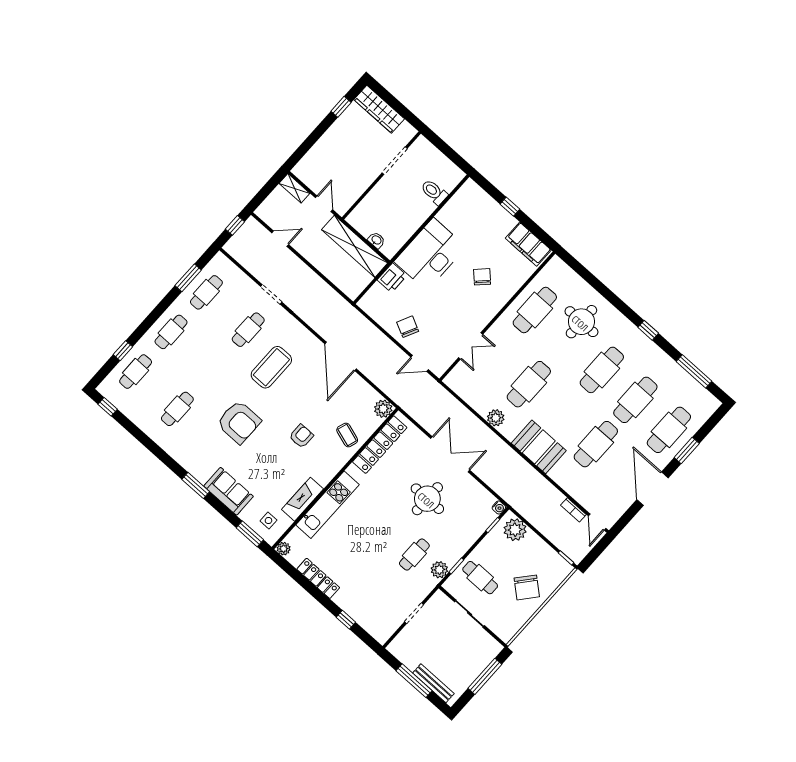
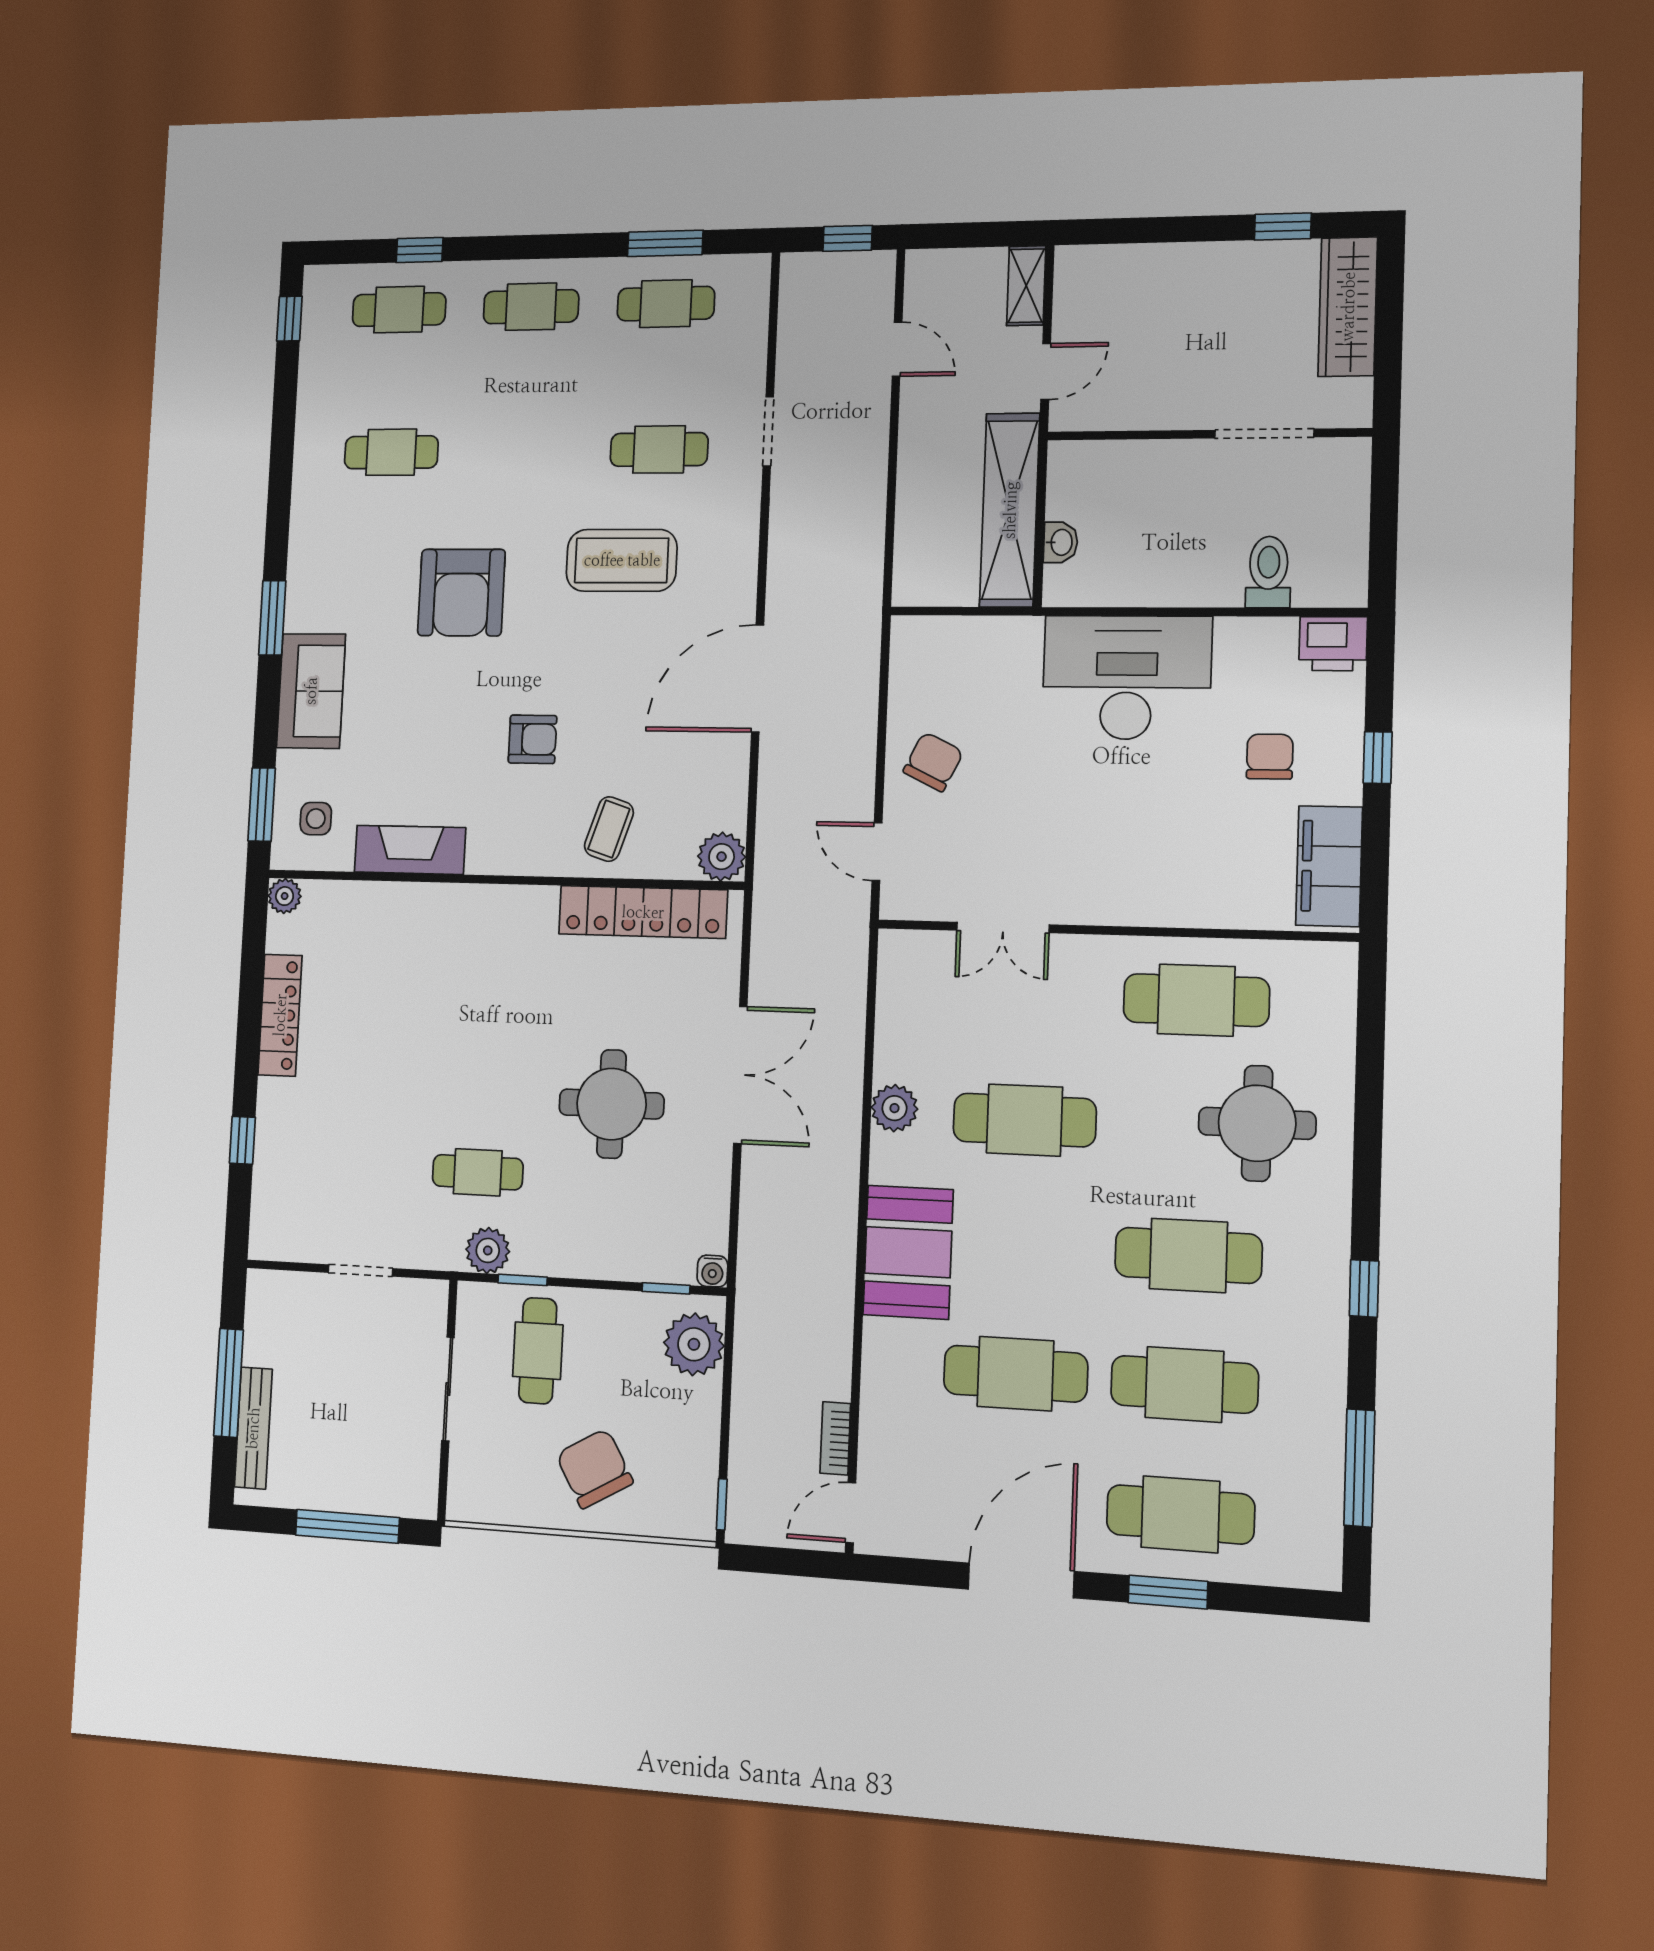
chair: (482, 277) -> (1270, 757), moved, turned -45
printer: (392, 278) -> (1333, 644), moved
kitchen unit: (328, 505) -> (438, 909), removed
chair: (527, 587) -> (594, 1468), turned 110

